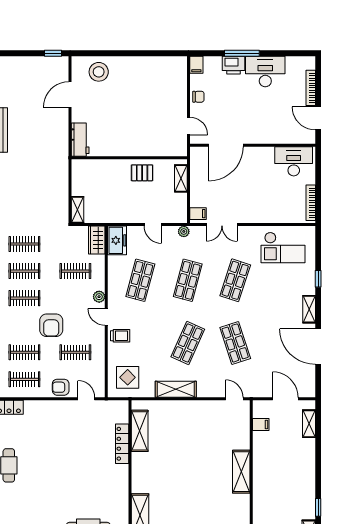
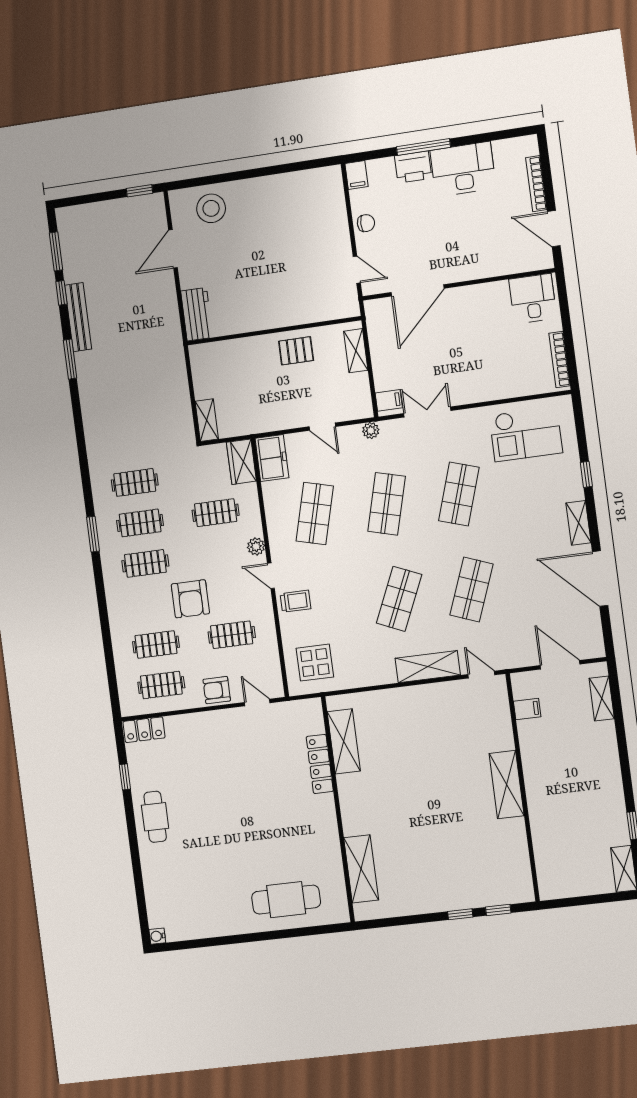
desk: (294, 161) -> (533, 299), width x0.73
double door: (222, 225) -> (427, 412), swing flipped
shop shelf: (235, 343) -> (472, 589), turned 39
shelving: (176, 389) -> (428, 667), moved

